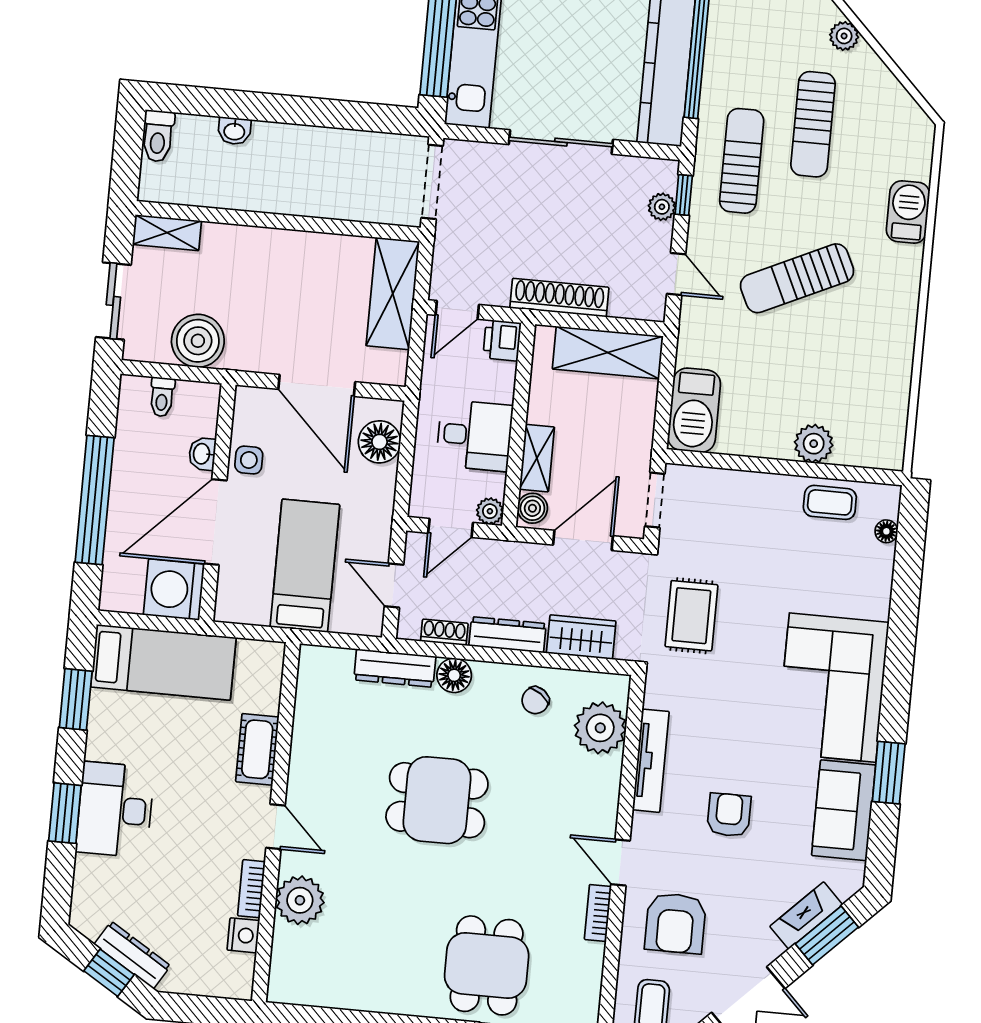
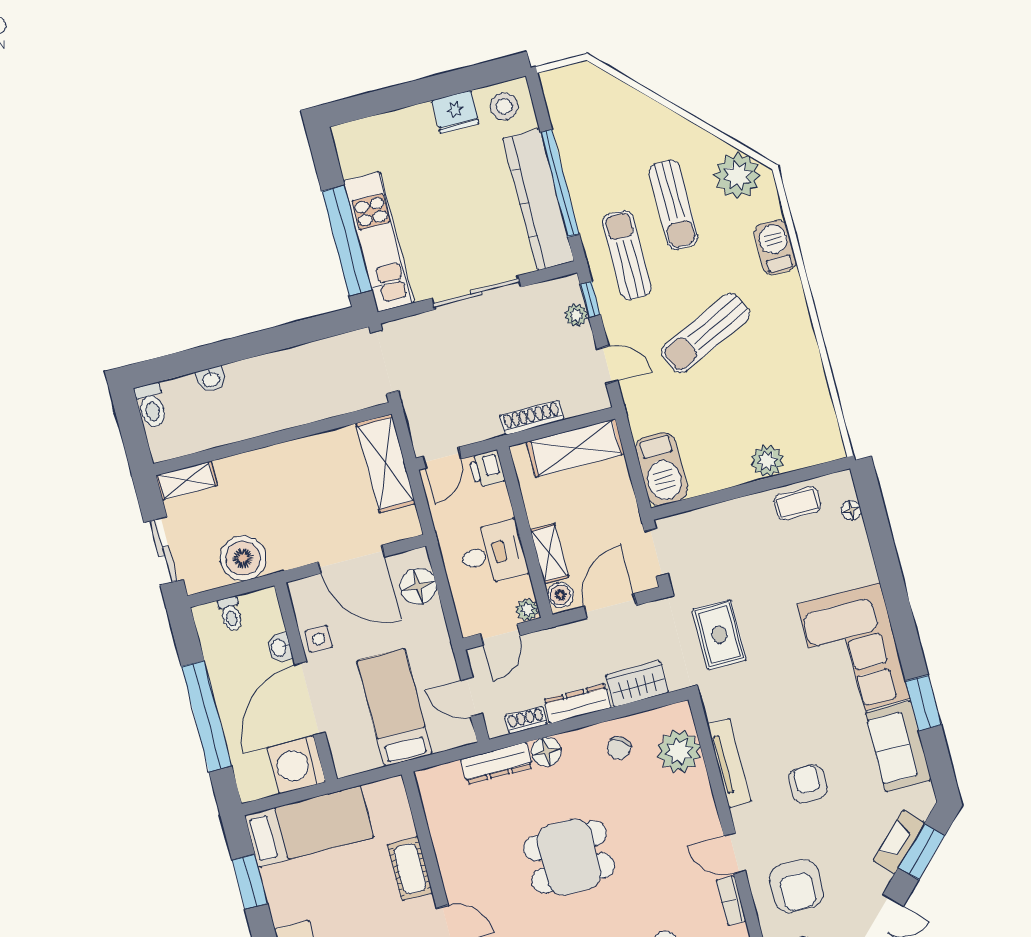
plant: (844, 36) -> (738, 176), moved, width x1.88, depth x1.88
shoe rack: (559, 298) -> (532, 418), width x0.74, depth x0.81

